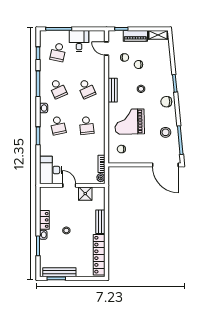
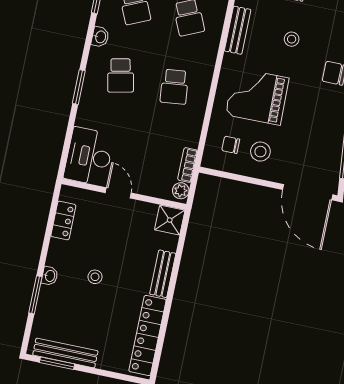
stool: (166, 132) -> (260, 152), moved
shower: (85, 194) -> (170, 220), moved
locker: (44, 220) -> (63, 221), moved

